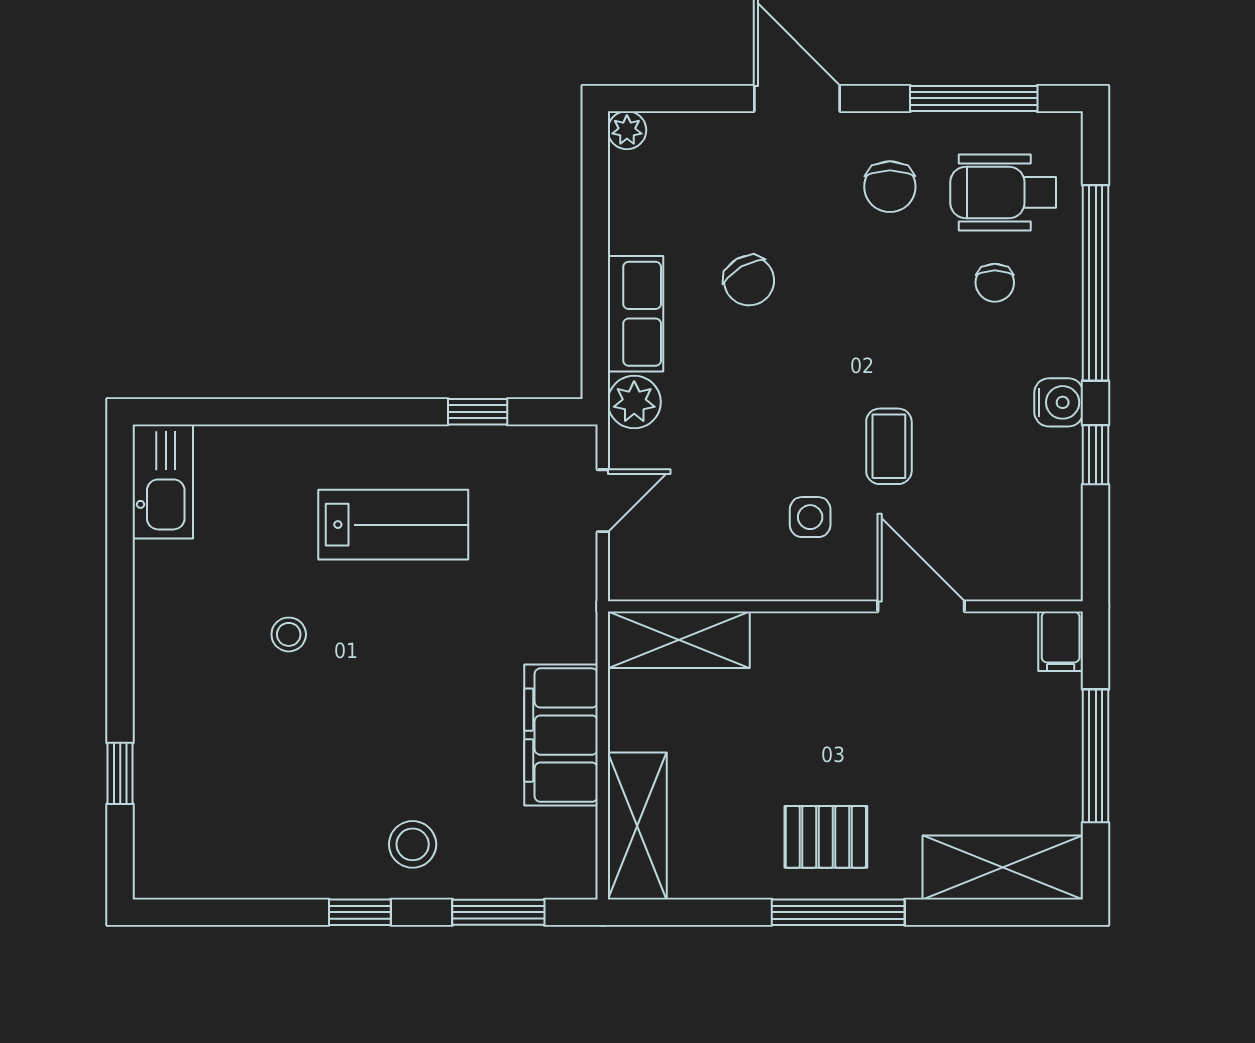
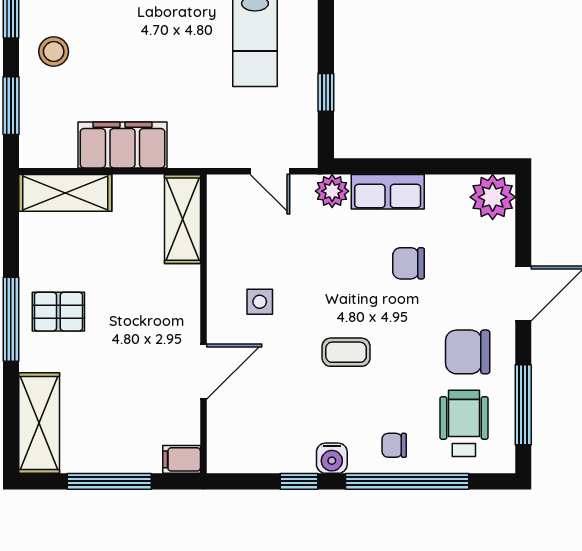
plant: (627, 130) -> (493, 197), width x1.88, depth x1.88
chair: (890, 187) -> (468, 352), width x1.37, depth x1.37
chair: (749, 281) -> (409, 263), turned 30
chair: (995, 283) -> (394, 445), moved
coffee table: (889, 446) -> (346, 352), moved
pallet: (826, 837) -> (58, 312), turned 90

